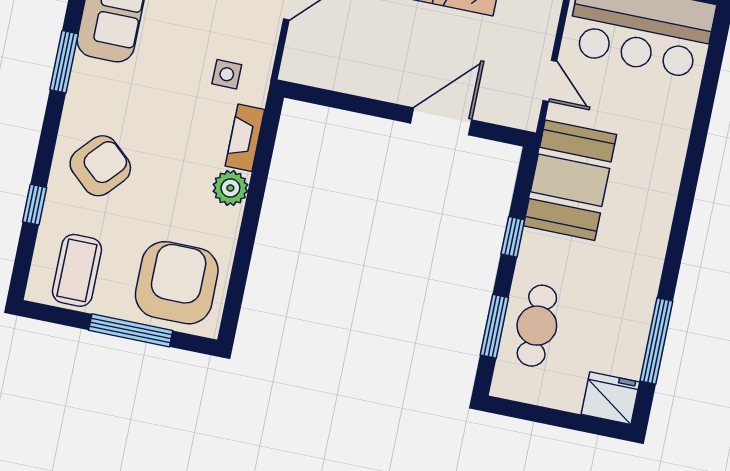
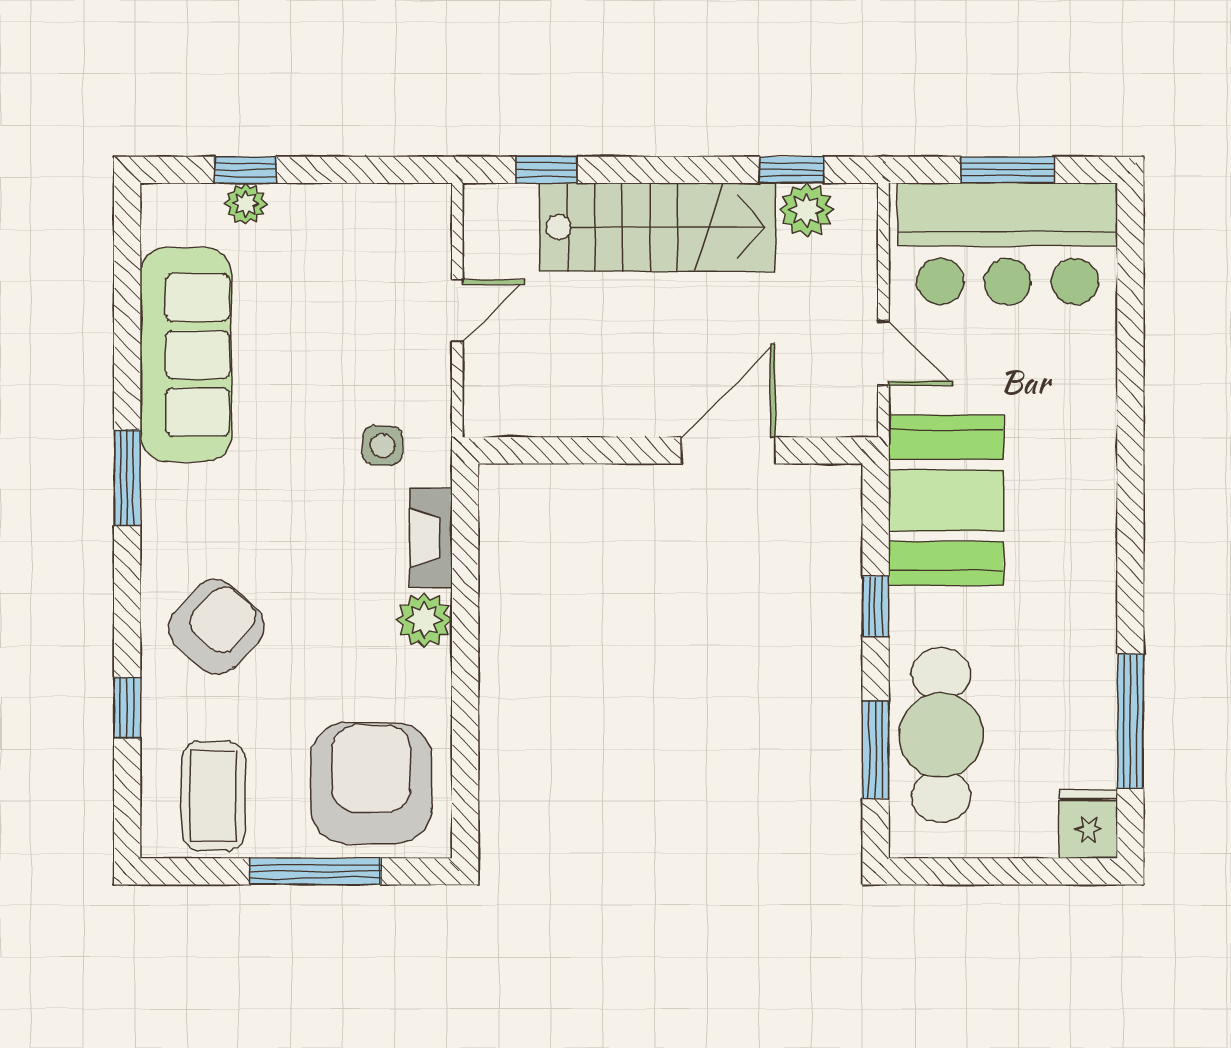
cafe table: (537, 326) -> (941, 735), width x1.37, depth x1.35
fridge: (610, 398) -> (1088, 824), width x0.72

